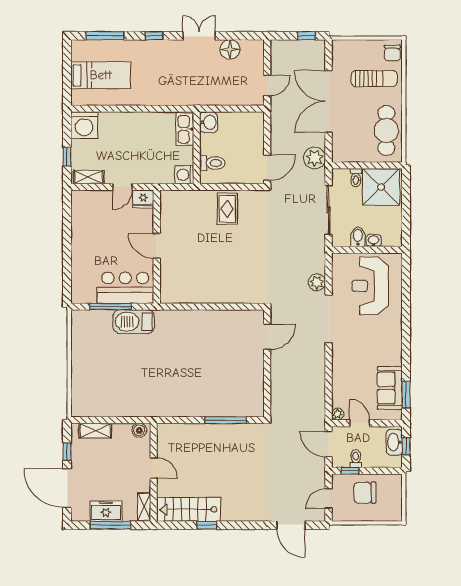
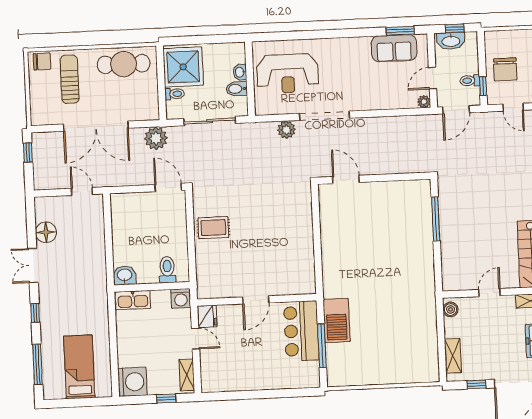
washbasin: (209, 122) -> (125, 275), moved
kitchen sink: (185, 129) -> (133, 300), moved
wall: (197, 148) -> (152, 287), moved
toilet: (212, 163) -> (167, 270), moved
washing machine: (184, 175) -> (181, 298), moved

